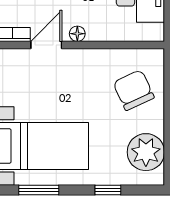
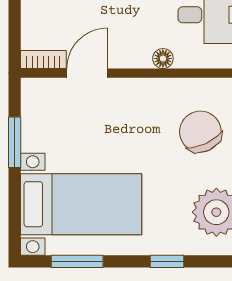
floor lamp: (77, 34) -> (163, 59), moved

